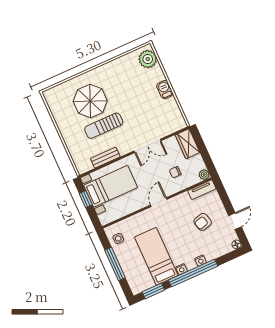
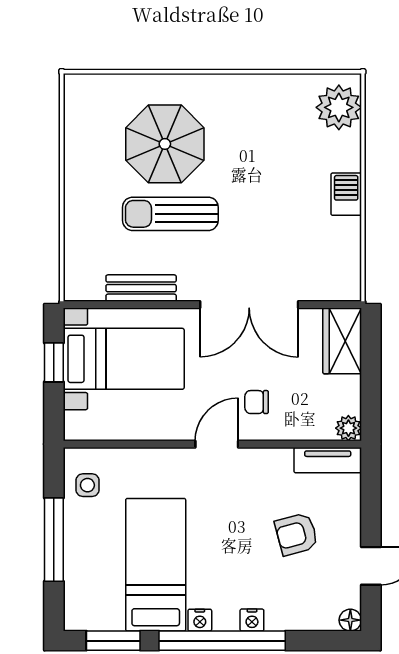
double door: (148, 146) -> (249, 305), width x1.37
chair: (175, 172) -> (257, 402), moved

